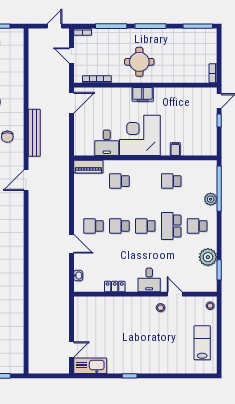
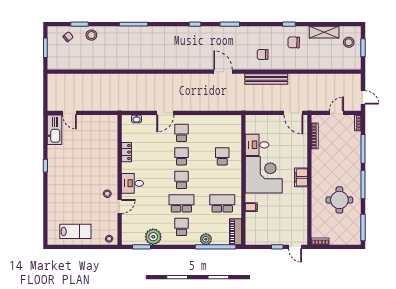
round table: (139, 62) -> (339, 200), moved
piano: (88, 167) -> (235, 232), moved
school desk: (171, 181) -> (222, 203), width x1.85

